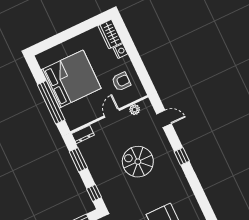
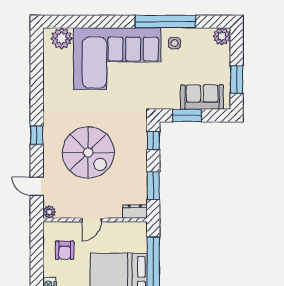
armchair: (121, 81) -> (65, 250), turned -90
plant: (135, 110) -> (49, 212), moved
spiral stairs: (138, 162) -> (88, 152), width x1.37, depth x1.37

